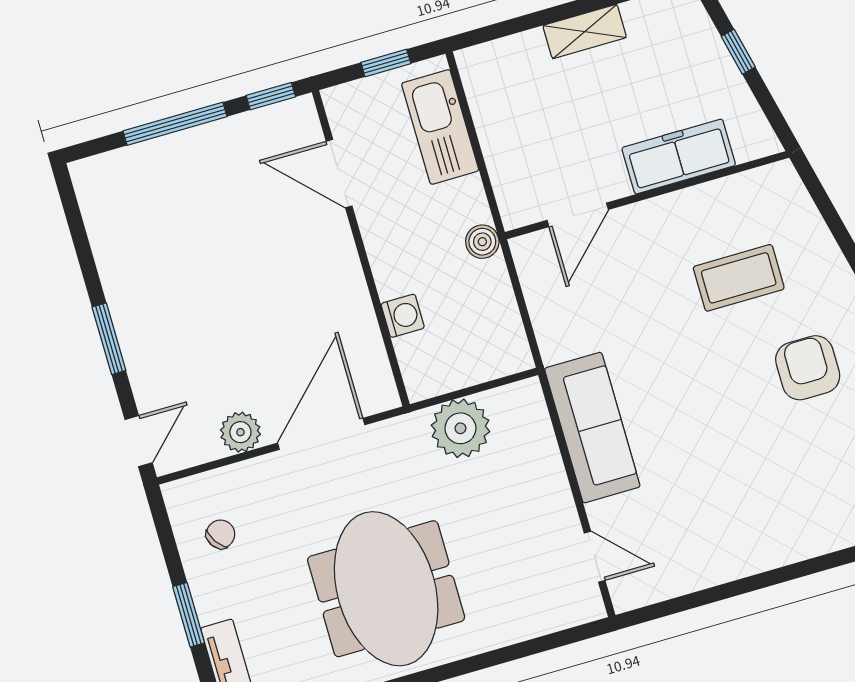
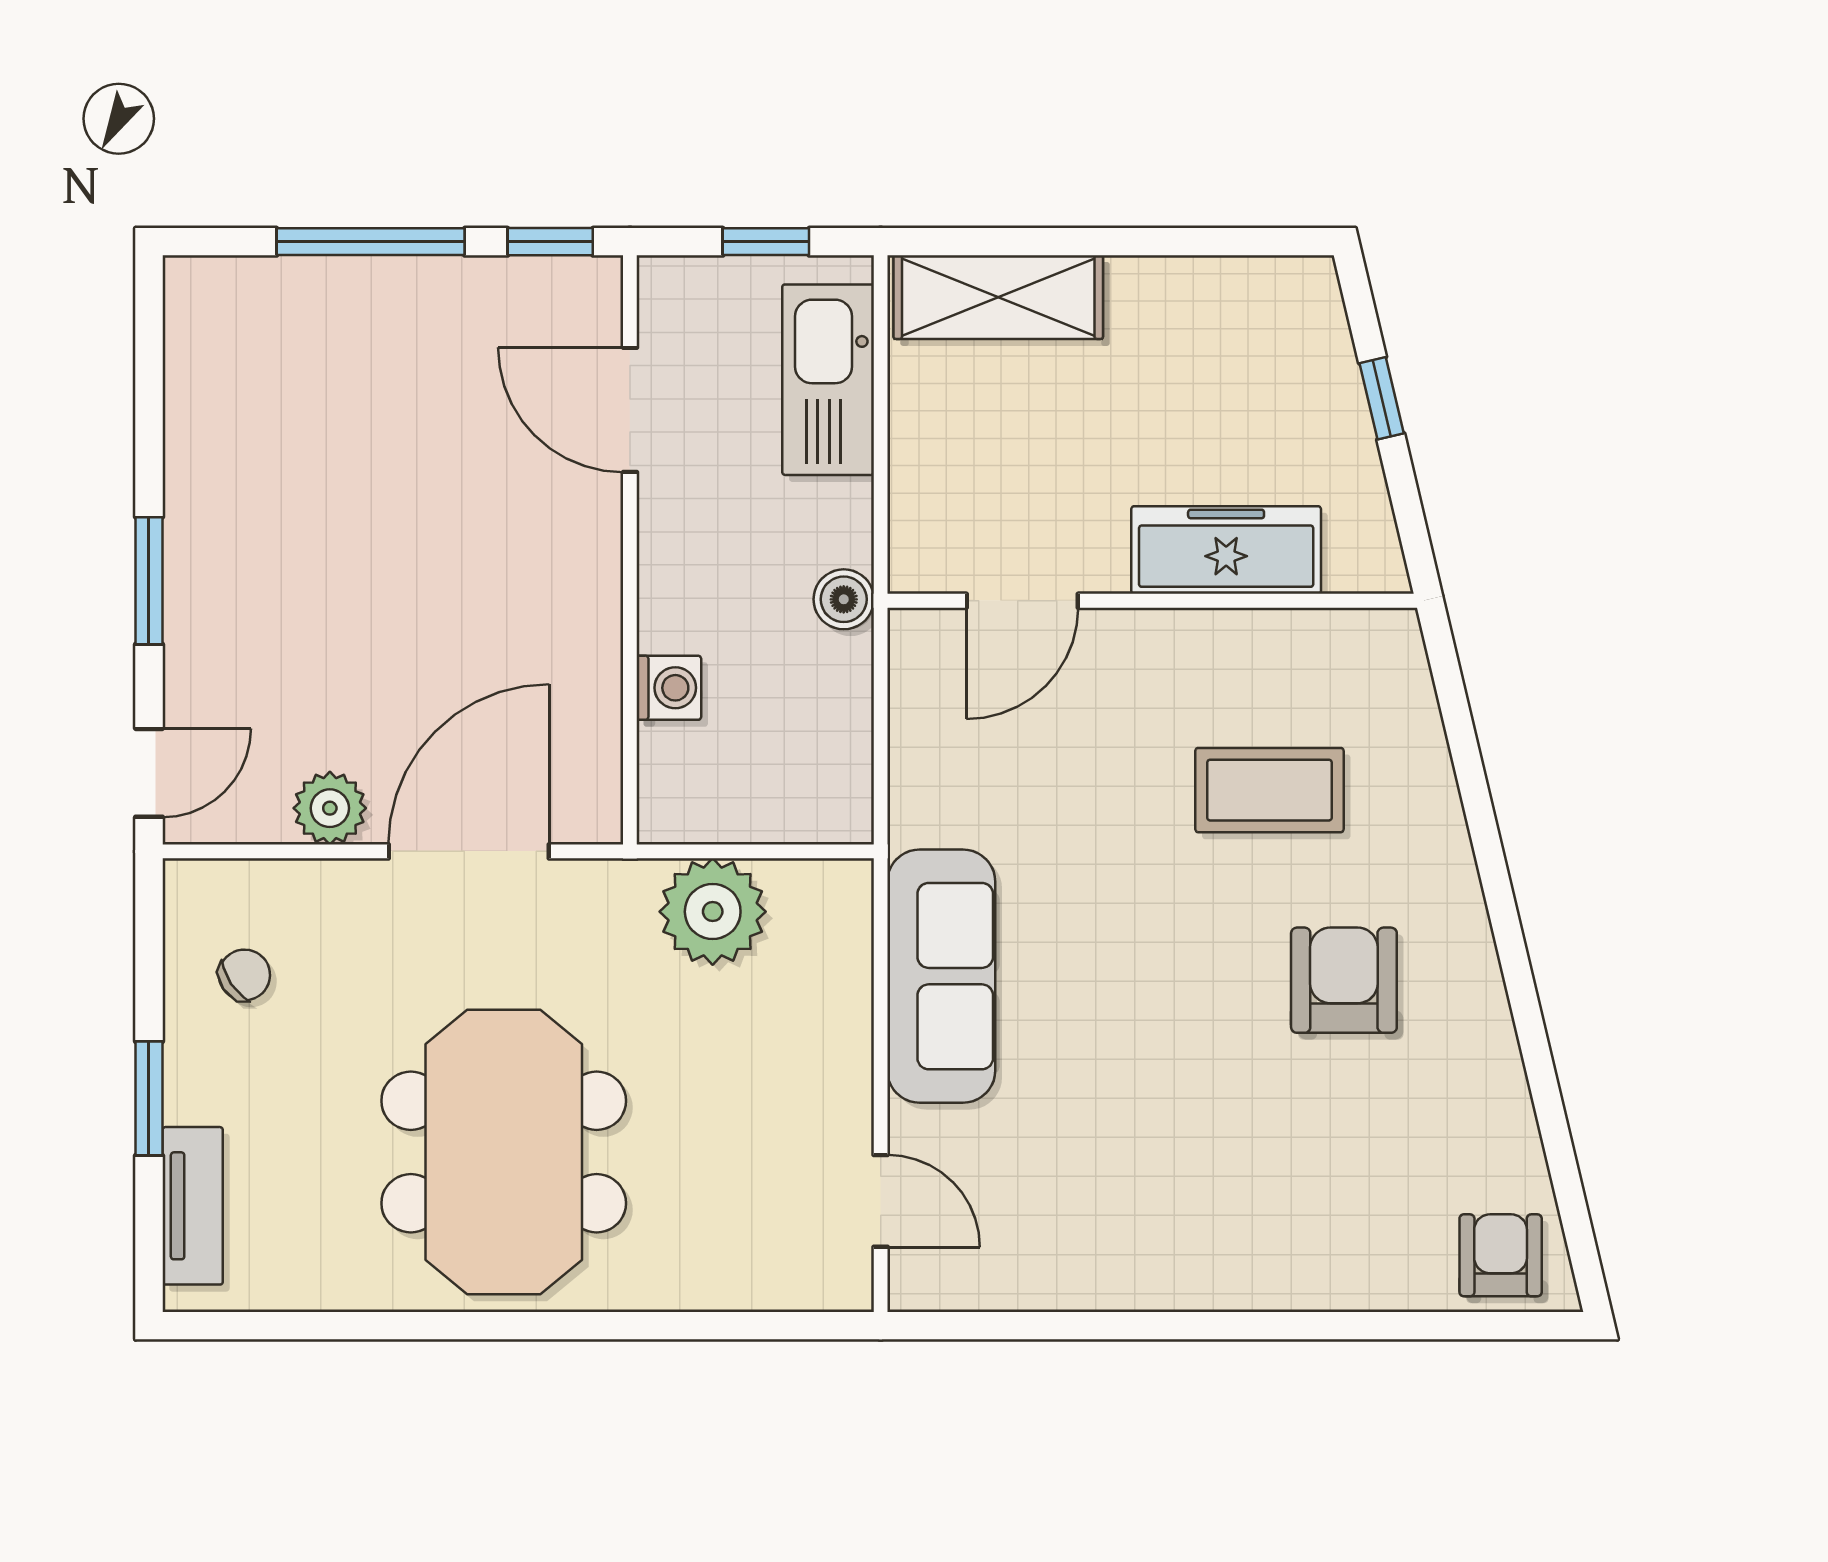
shelving: (585, 32) -> (998, 297), moved, width x1.50, depth x1.33

